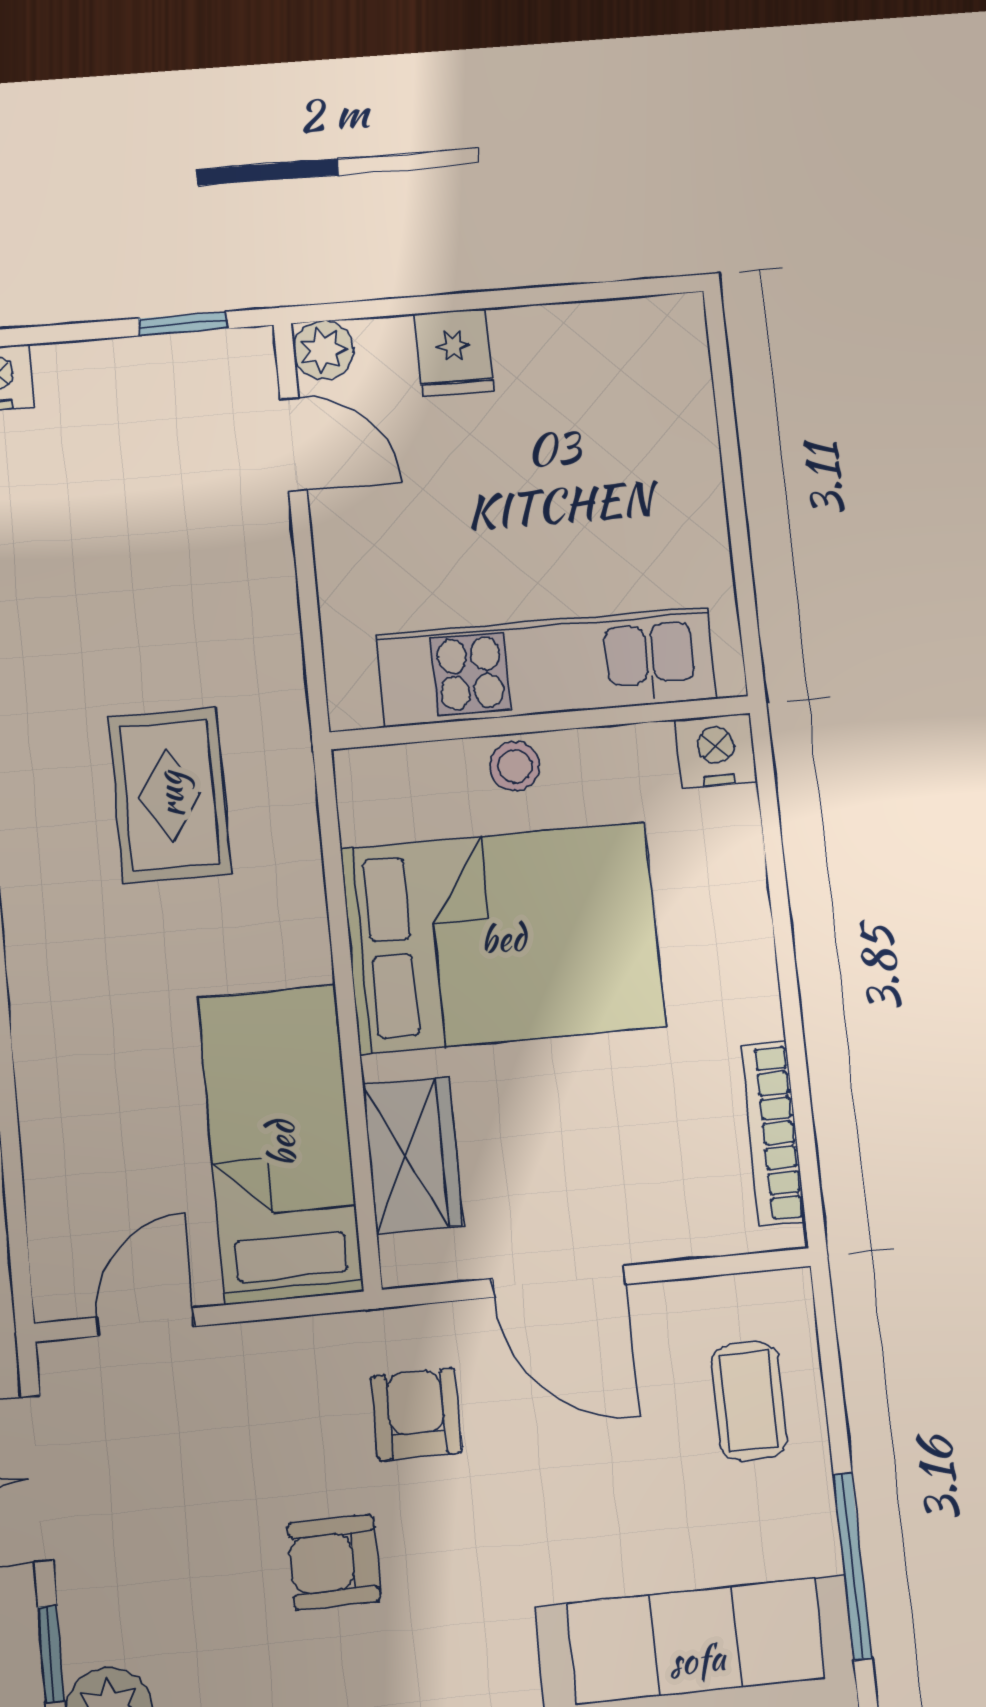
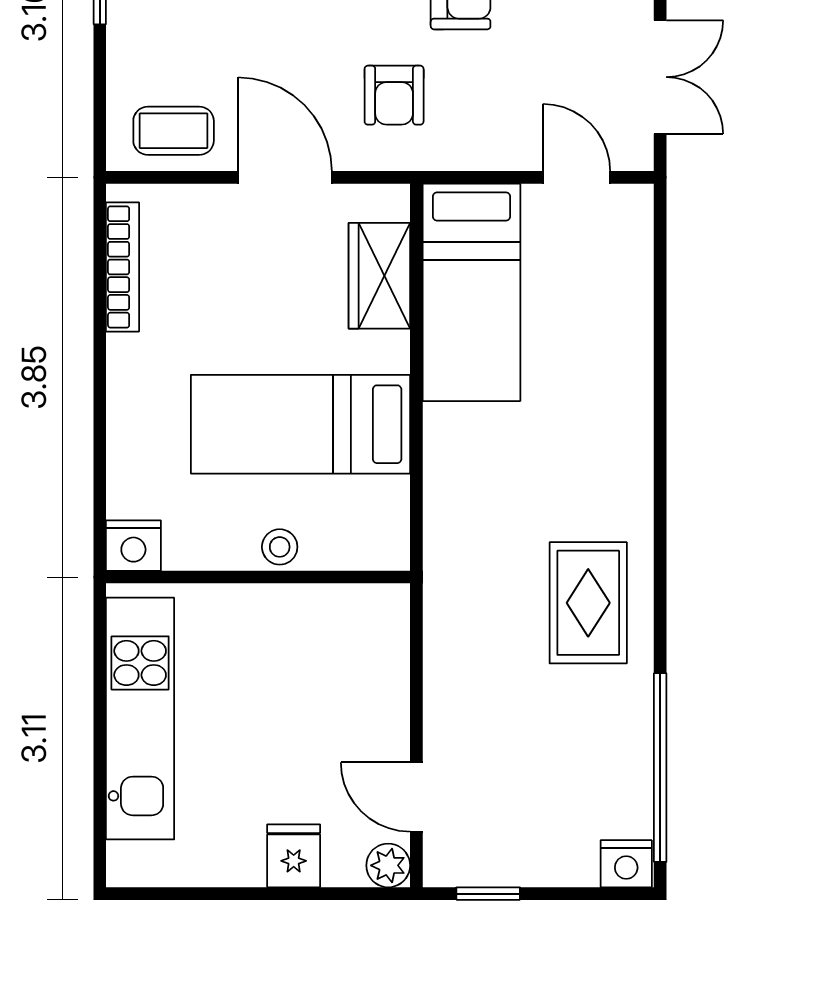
kitchen unit: (547, 667) -> (140, 719), moved, turned -90
rug: (170, 795) -> (588, 603), moved
bed: (503, 938) -> (300, 424), width x0.67
door: (145, 1322) -> (577, 177), swing flipped
coffee table: (749, 1401) -> (174, 131), moved, turned 90

